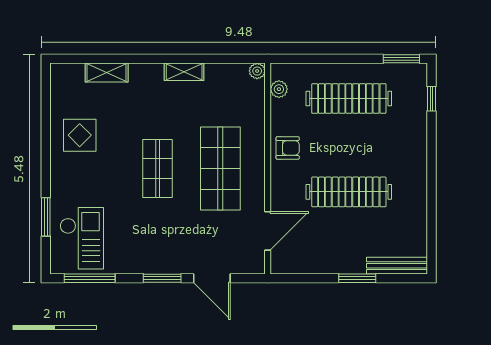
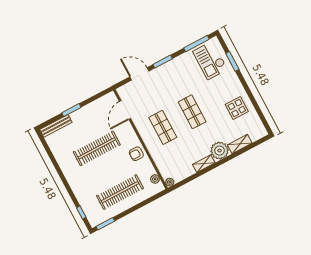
plant: (146, 80) -> (220, 151), added
shop shelf: (220, 169) -> (163, 127), width x0.70, depth x0.74

